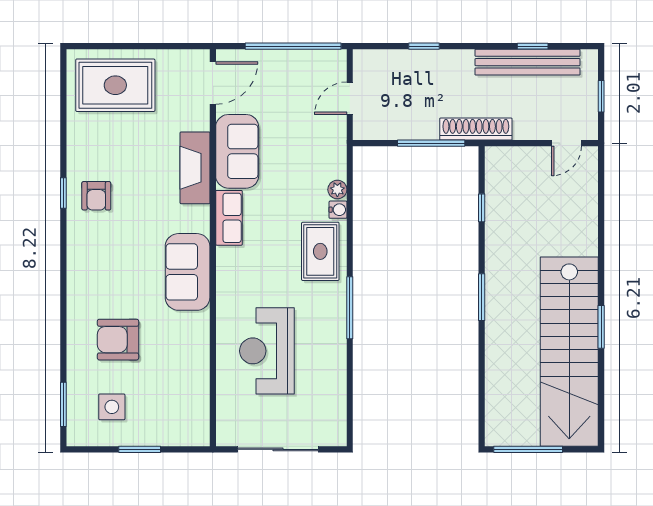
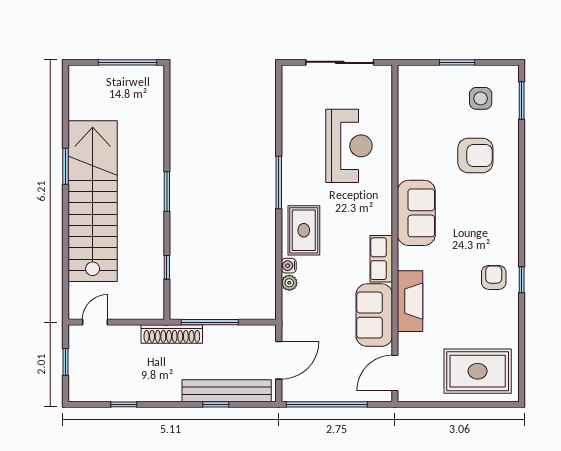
bench: (528, 62) -> (227, 391), moved
door: (350, 98) -> (279, 360), width x1.38
stairs: (569, 352) -> (93, 201), moved

